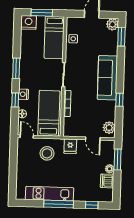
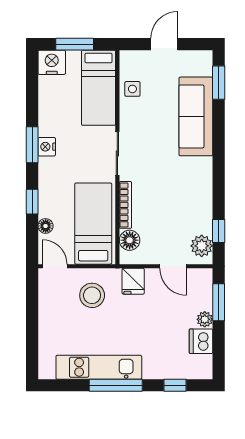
plant: (112, 24) -> (202, 61), removed
sofa: (107, 78) -> (196, 116), moved
nightstand: (23, 94) -> (47, 147), moved
window: (119, 100) -> (219, 231), moved
floor lamp: (69, 123) -> (130, 240), added

